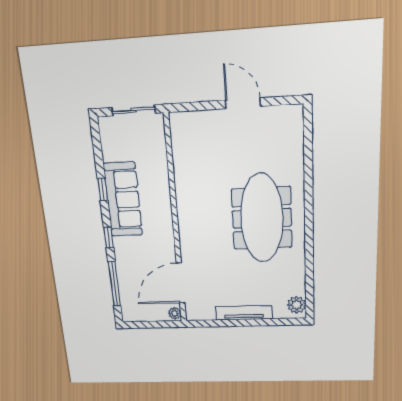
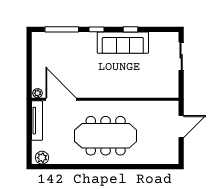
wall: (175, 223) -> (105, 99), moved
door: (181, 283) -> (61, 99), moved
plant: (175, 313) -> (38, 93), moved

